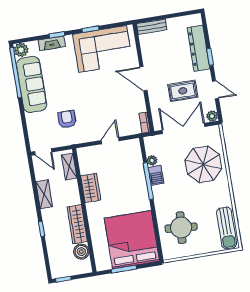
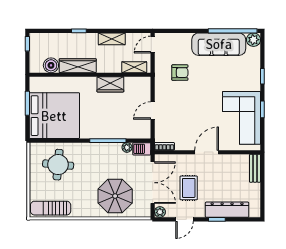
fireplace: (52, 43) -> (255, 70), removed
door: (110, 141) -> (153, 111), swing flipped
barbecue: (156, 175) -> (142, 149), moved

